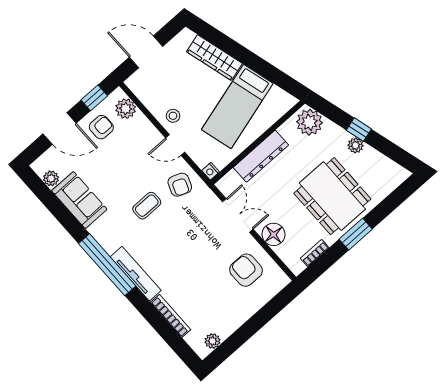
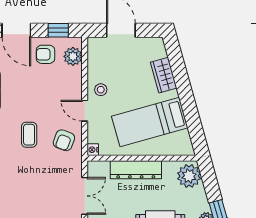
wardrobe: (214, 58) -> (164, 75), width x0.67
armchair: (101, 127) -> (45, 54), turned 180
coffee table: (147, 206) -> (29, 135), turned 90

